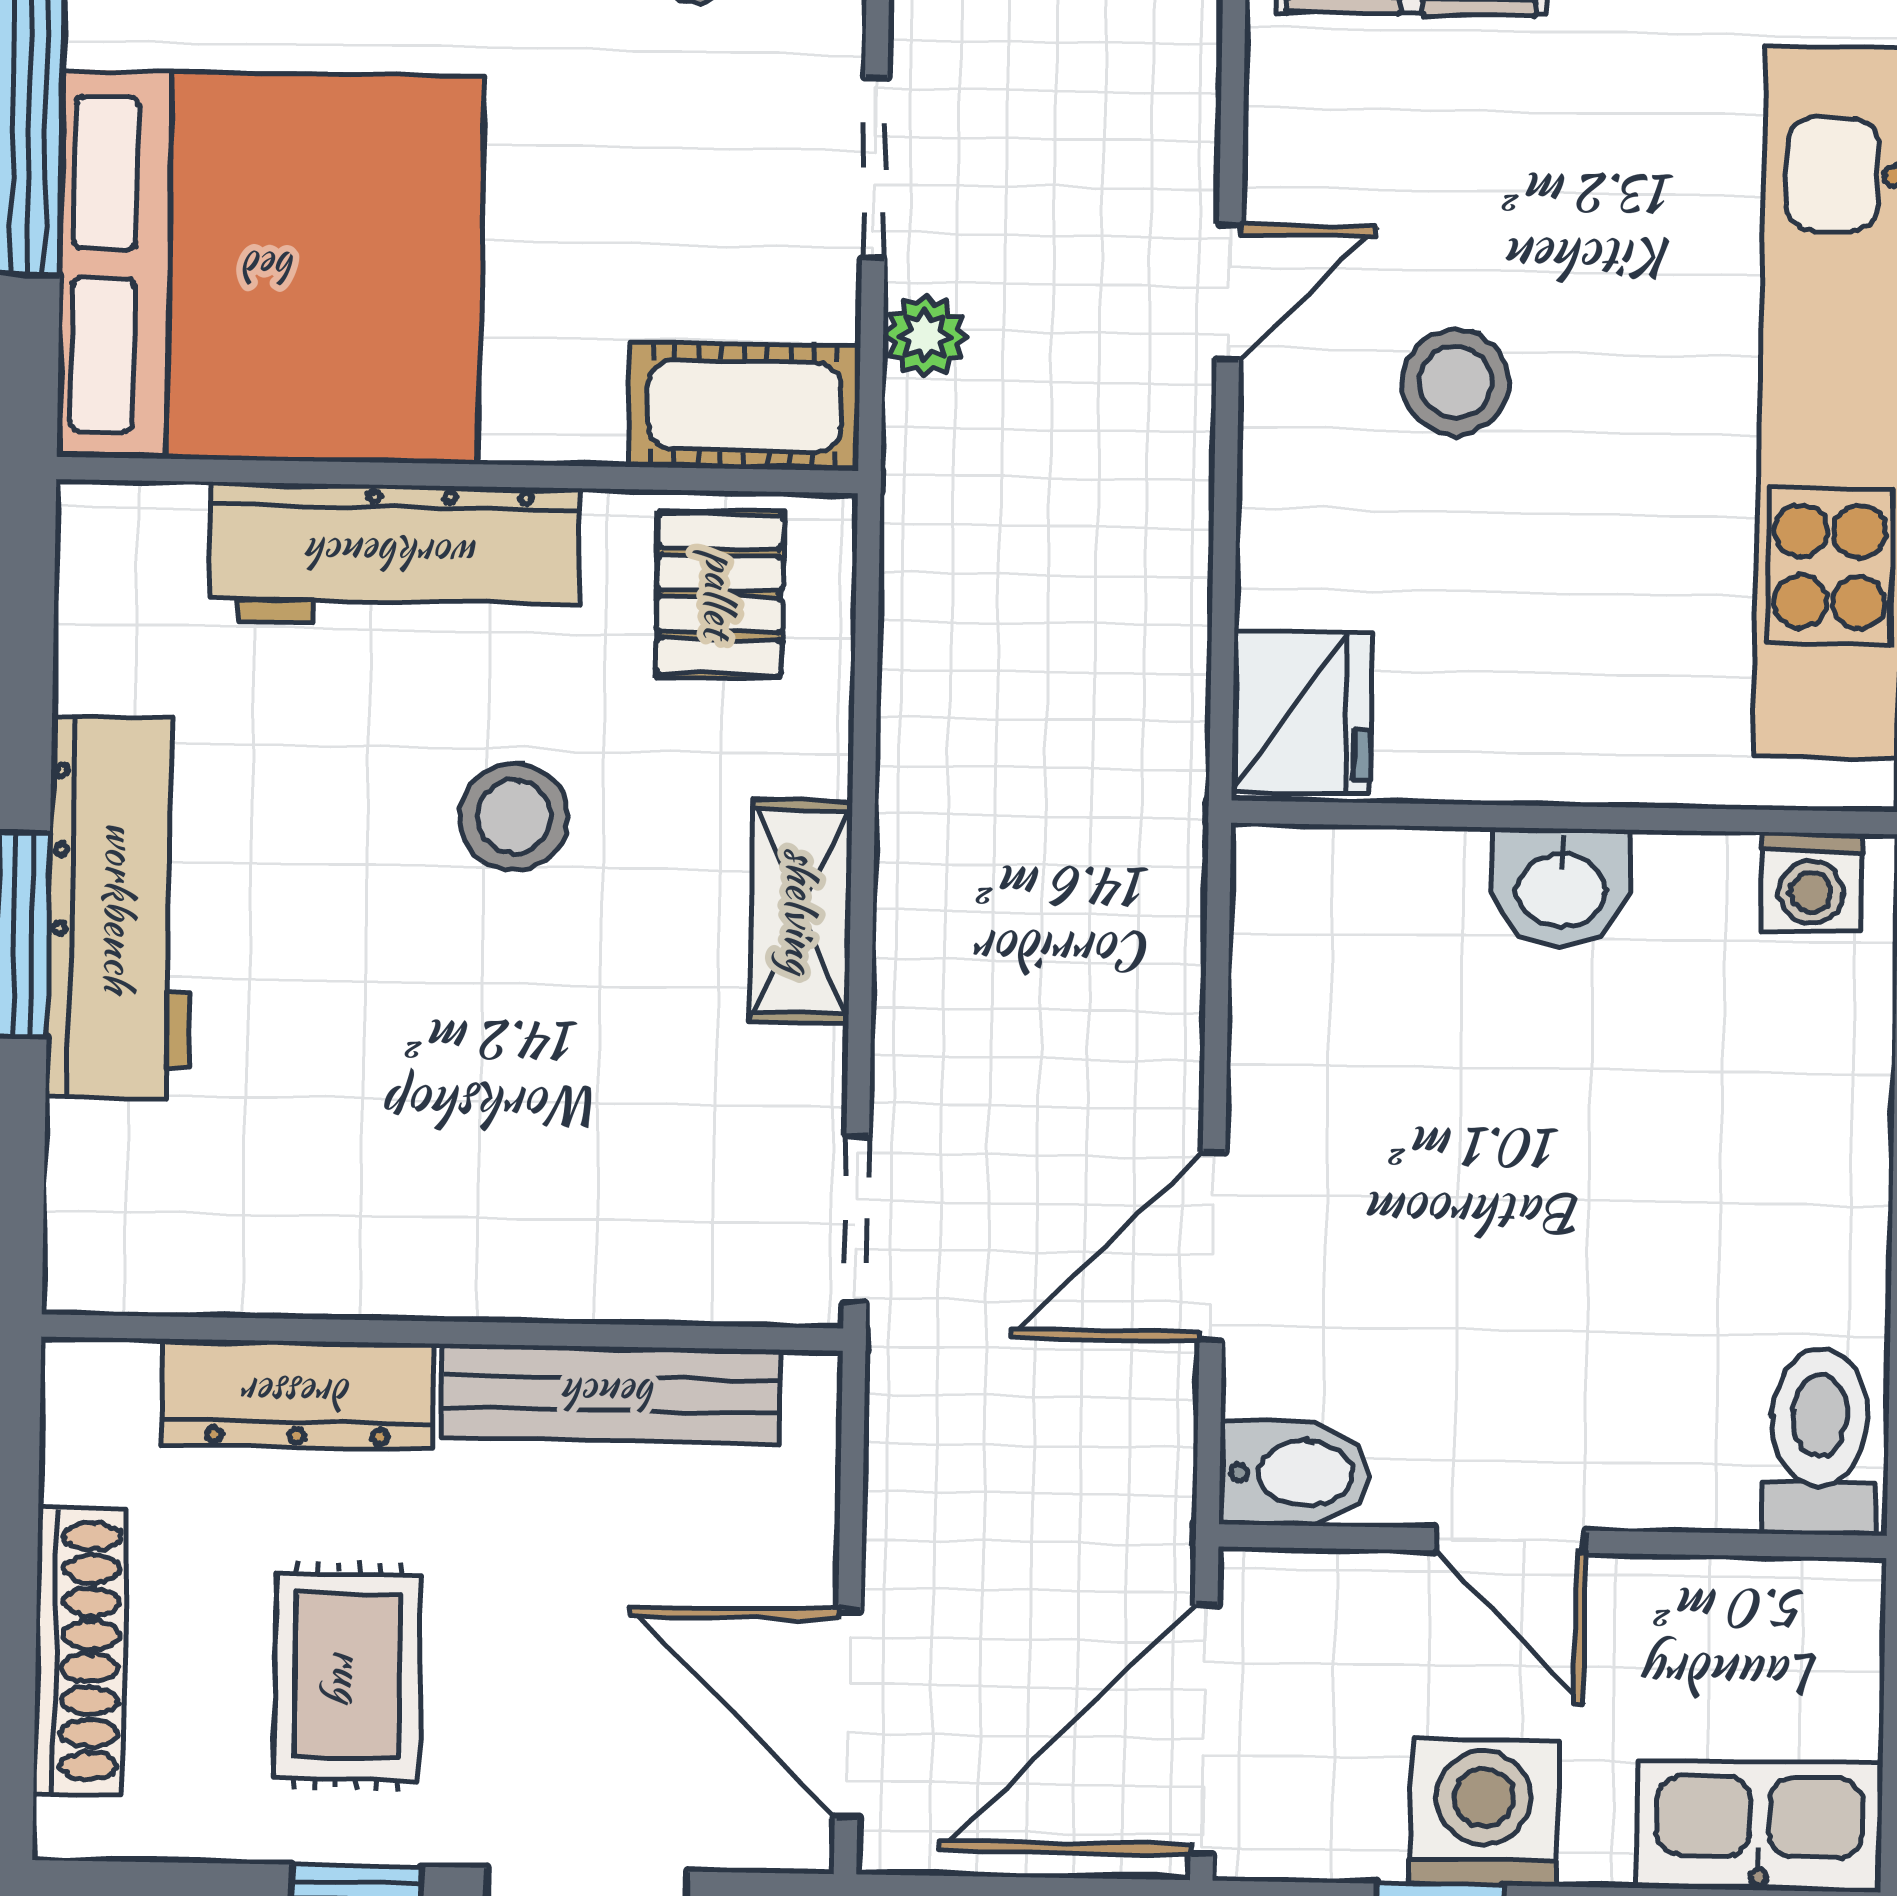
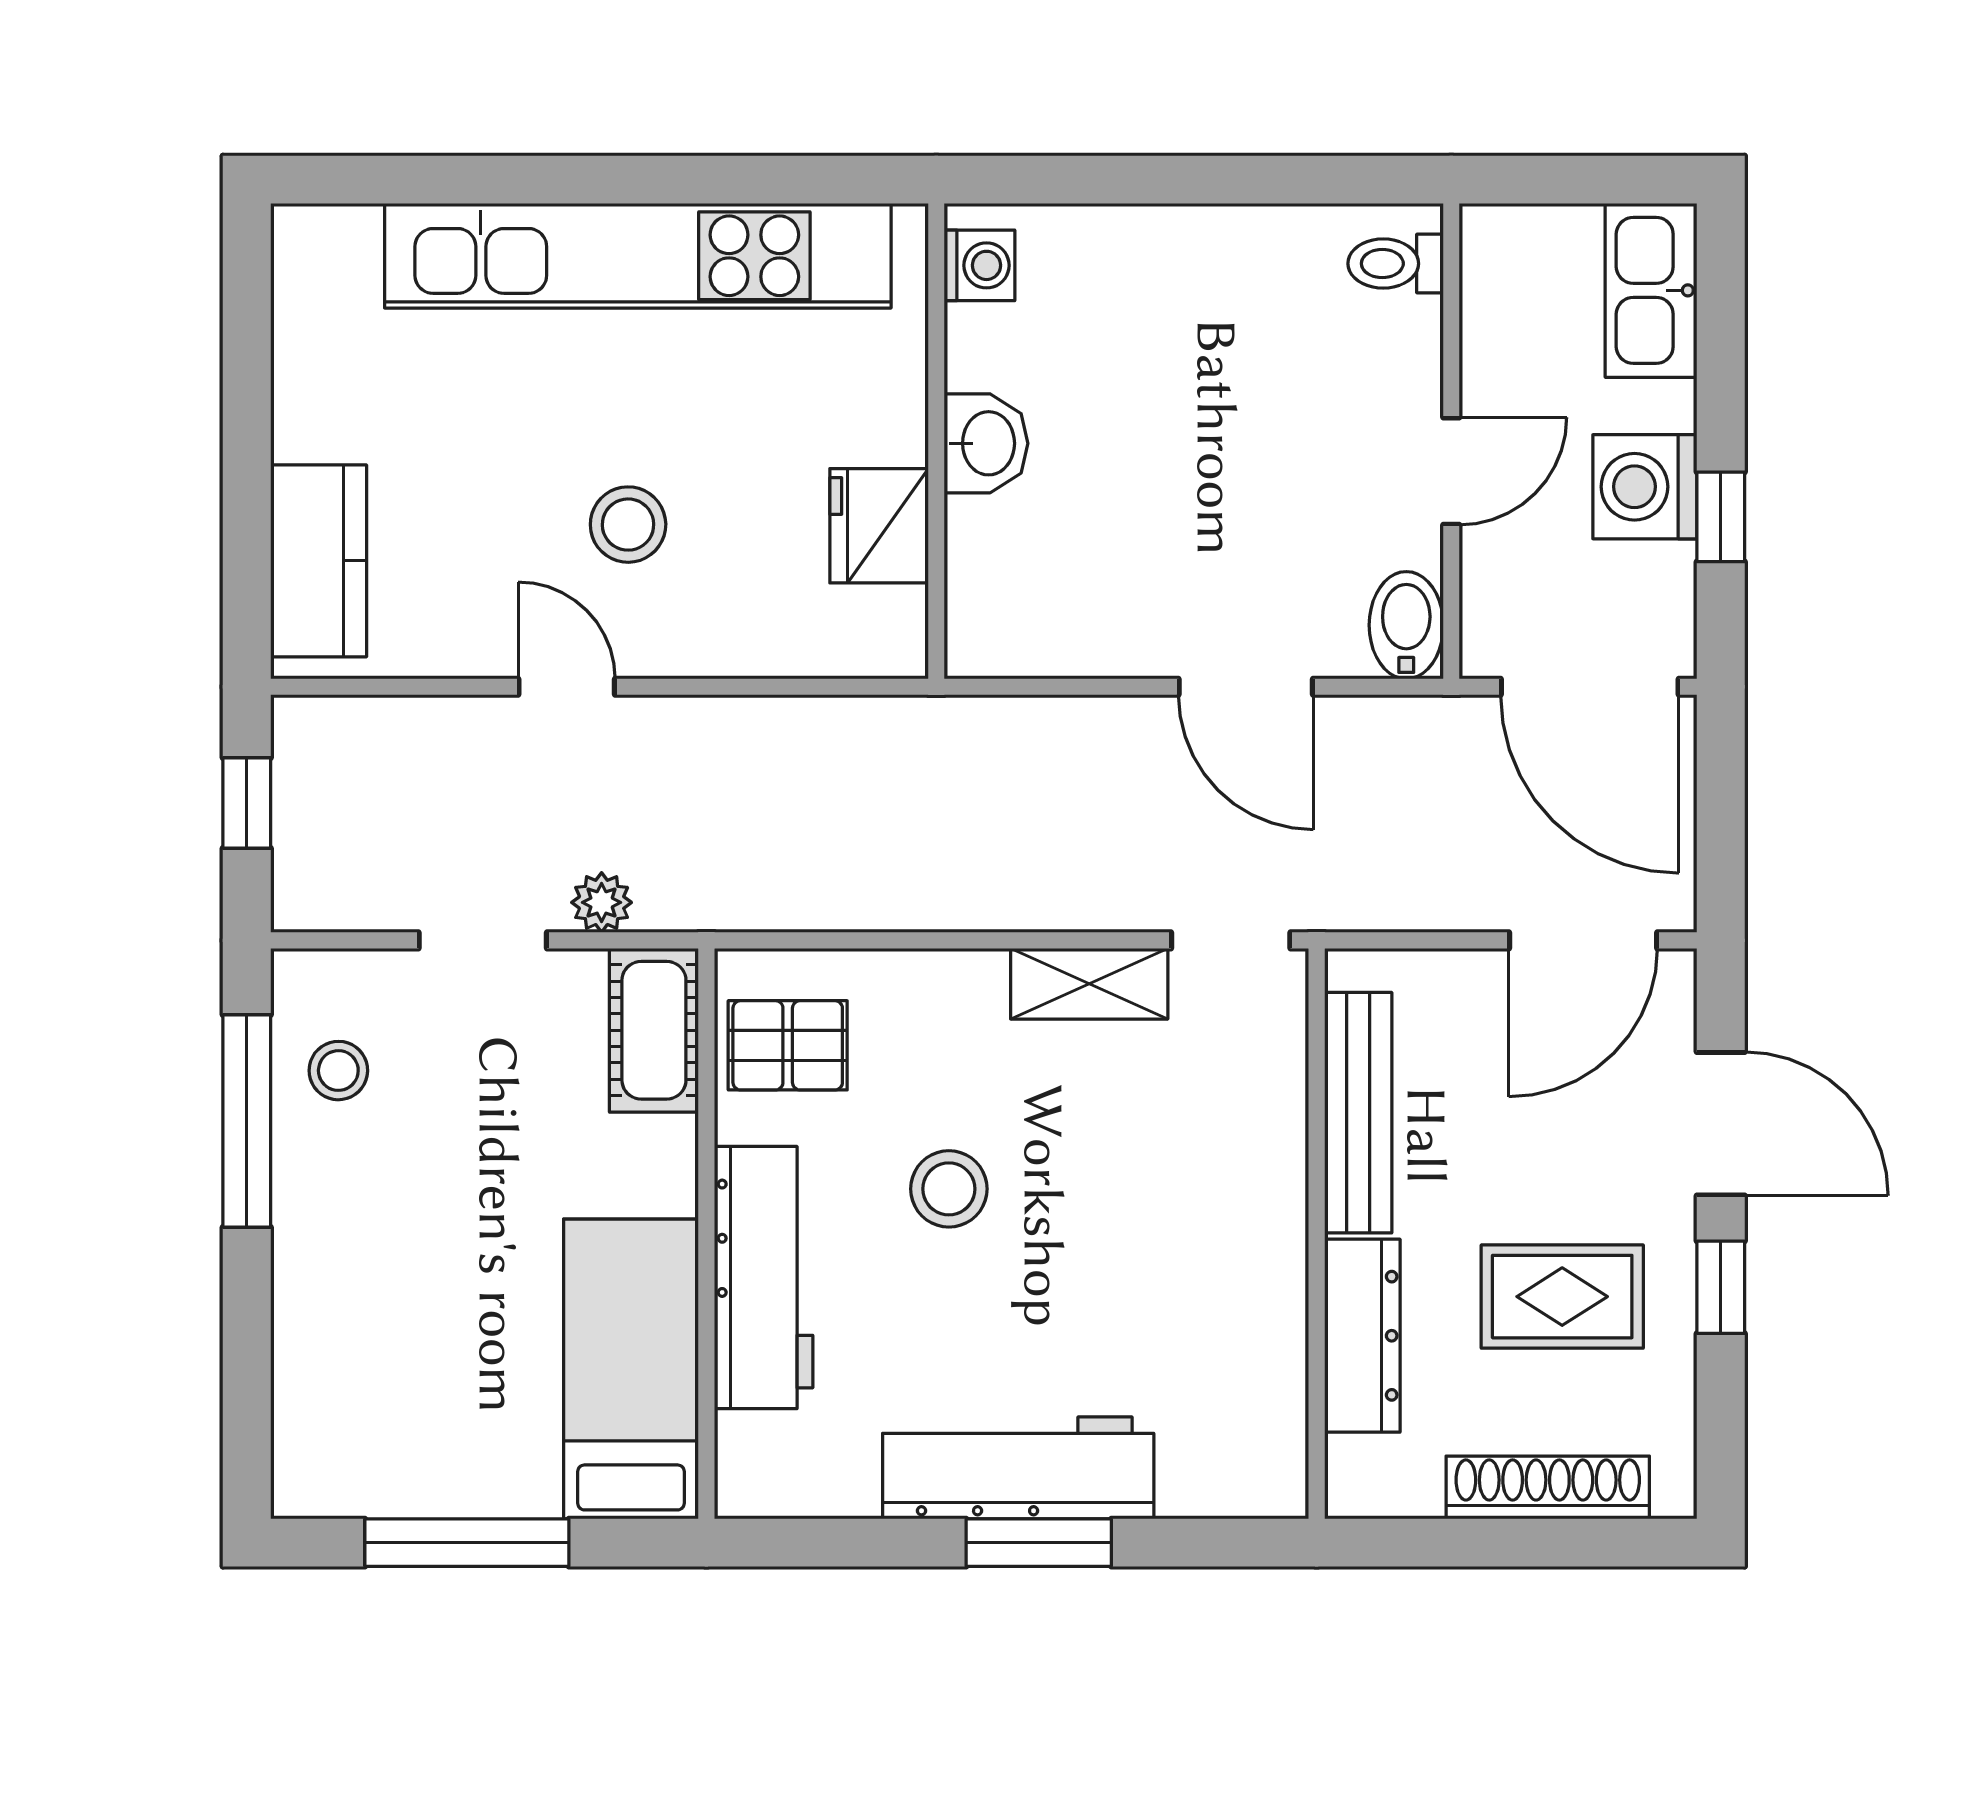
bed: (271, 267) -> (631, 1369), width x0.49
fridge: (1302, 713) -> (879, 526), moved, turned -90
shelving: (801, 911) -> (1089, 984), moved
toilet: (1819, 1442) -> (1396, 264), width x0.73, depth x0.72

